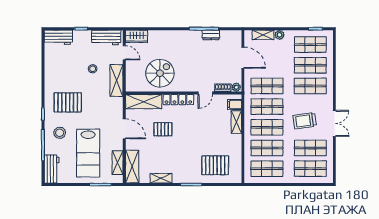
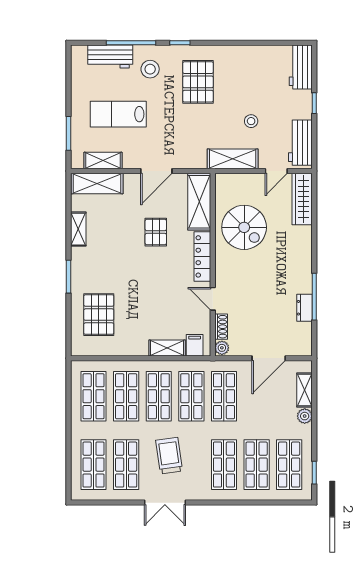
wardrobe: (137, 36) -> (302, 199), width x1.50
lab bench: (88, 153) -> (118, 114), width x0.73, depth x0.72
workbench: (52, 169) -> (110, 56), moved

